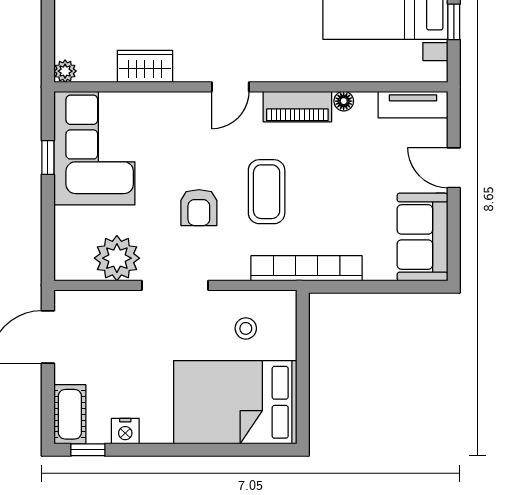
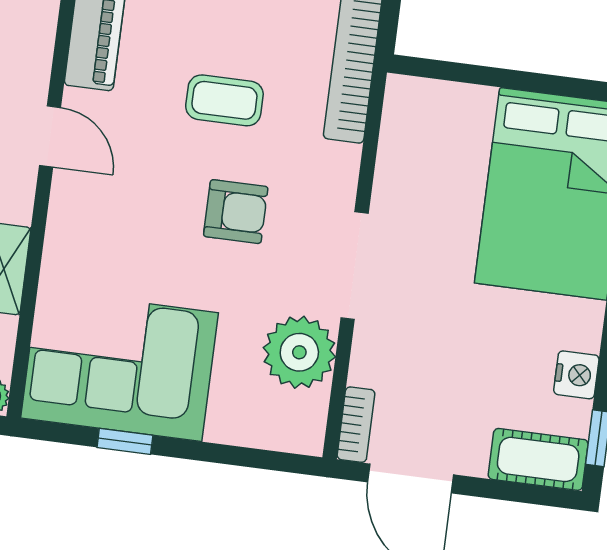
coffee table: (267, 192) -> (224, 100), width x0.73, depth x0.77
bookcase: (77, 299) -> (356, 425), added
stool: (246, 328) -> (438, 162), removed

